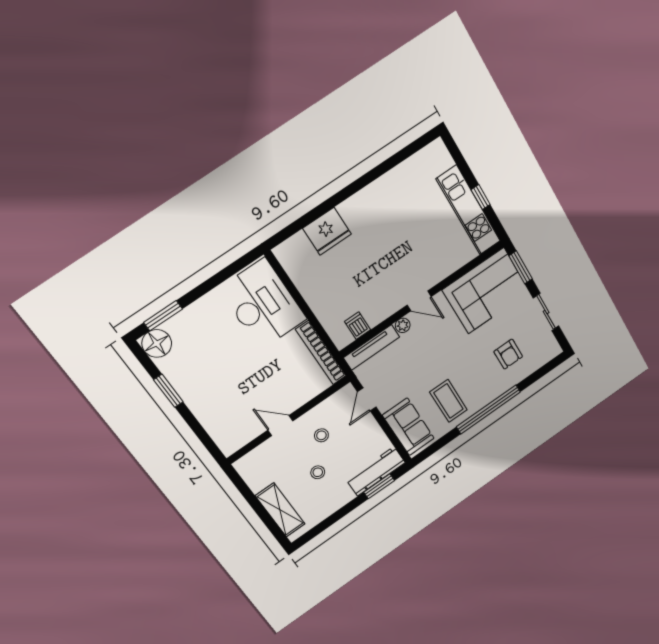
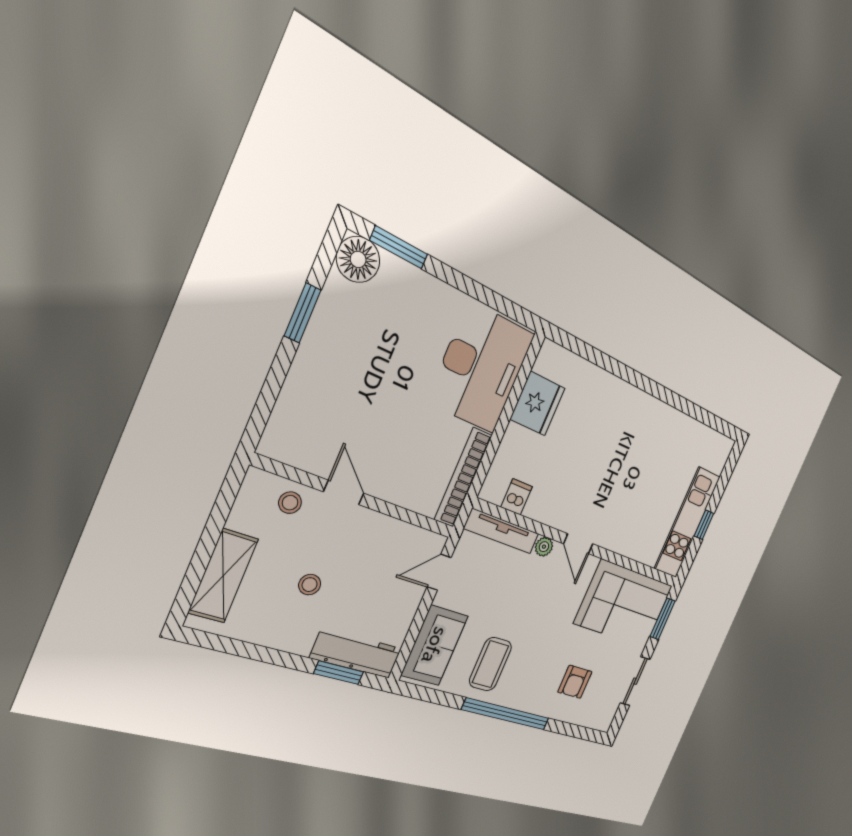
fridge: (327, 231) -> (538, 404), moved, turned -90
stool: (321, 435) -> (290, 503), moved

